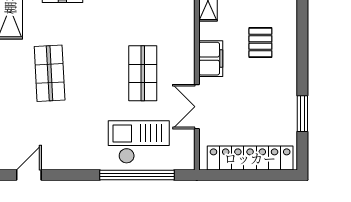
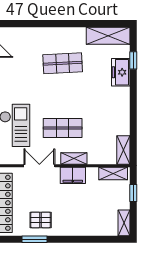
pallet: (260, 42) -> (41, 220), moved
shelving: (186, 57) -> (74, 158), added

